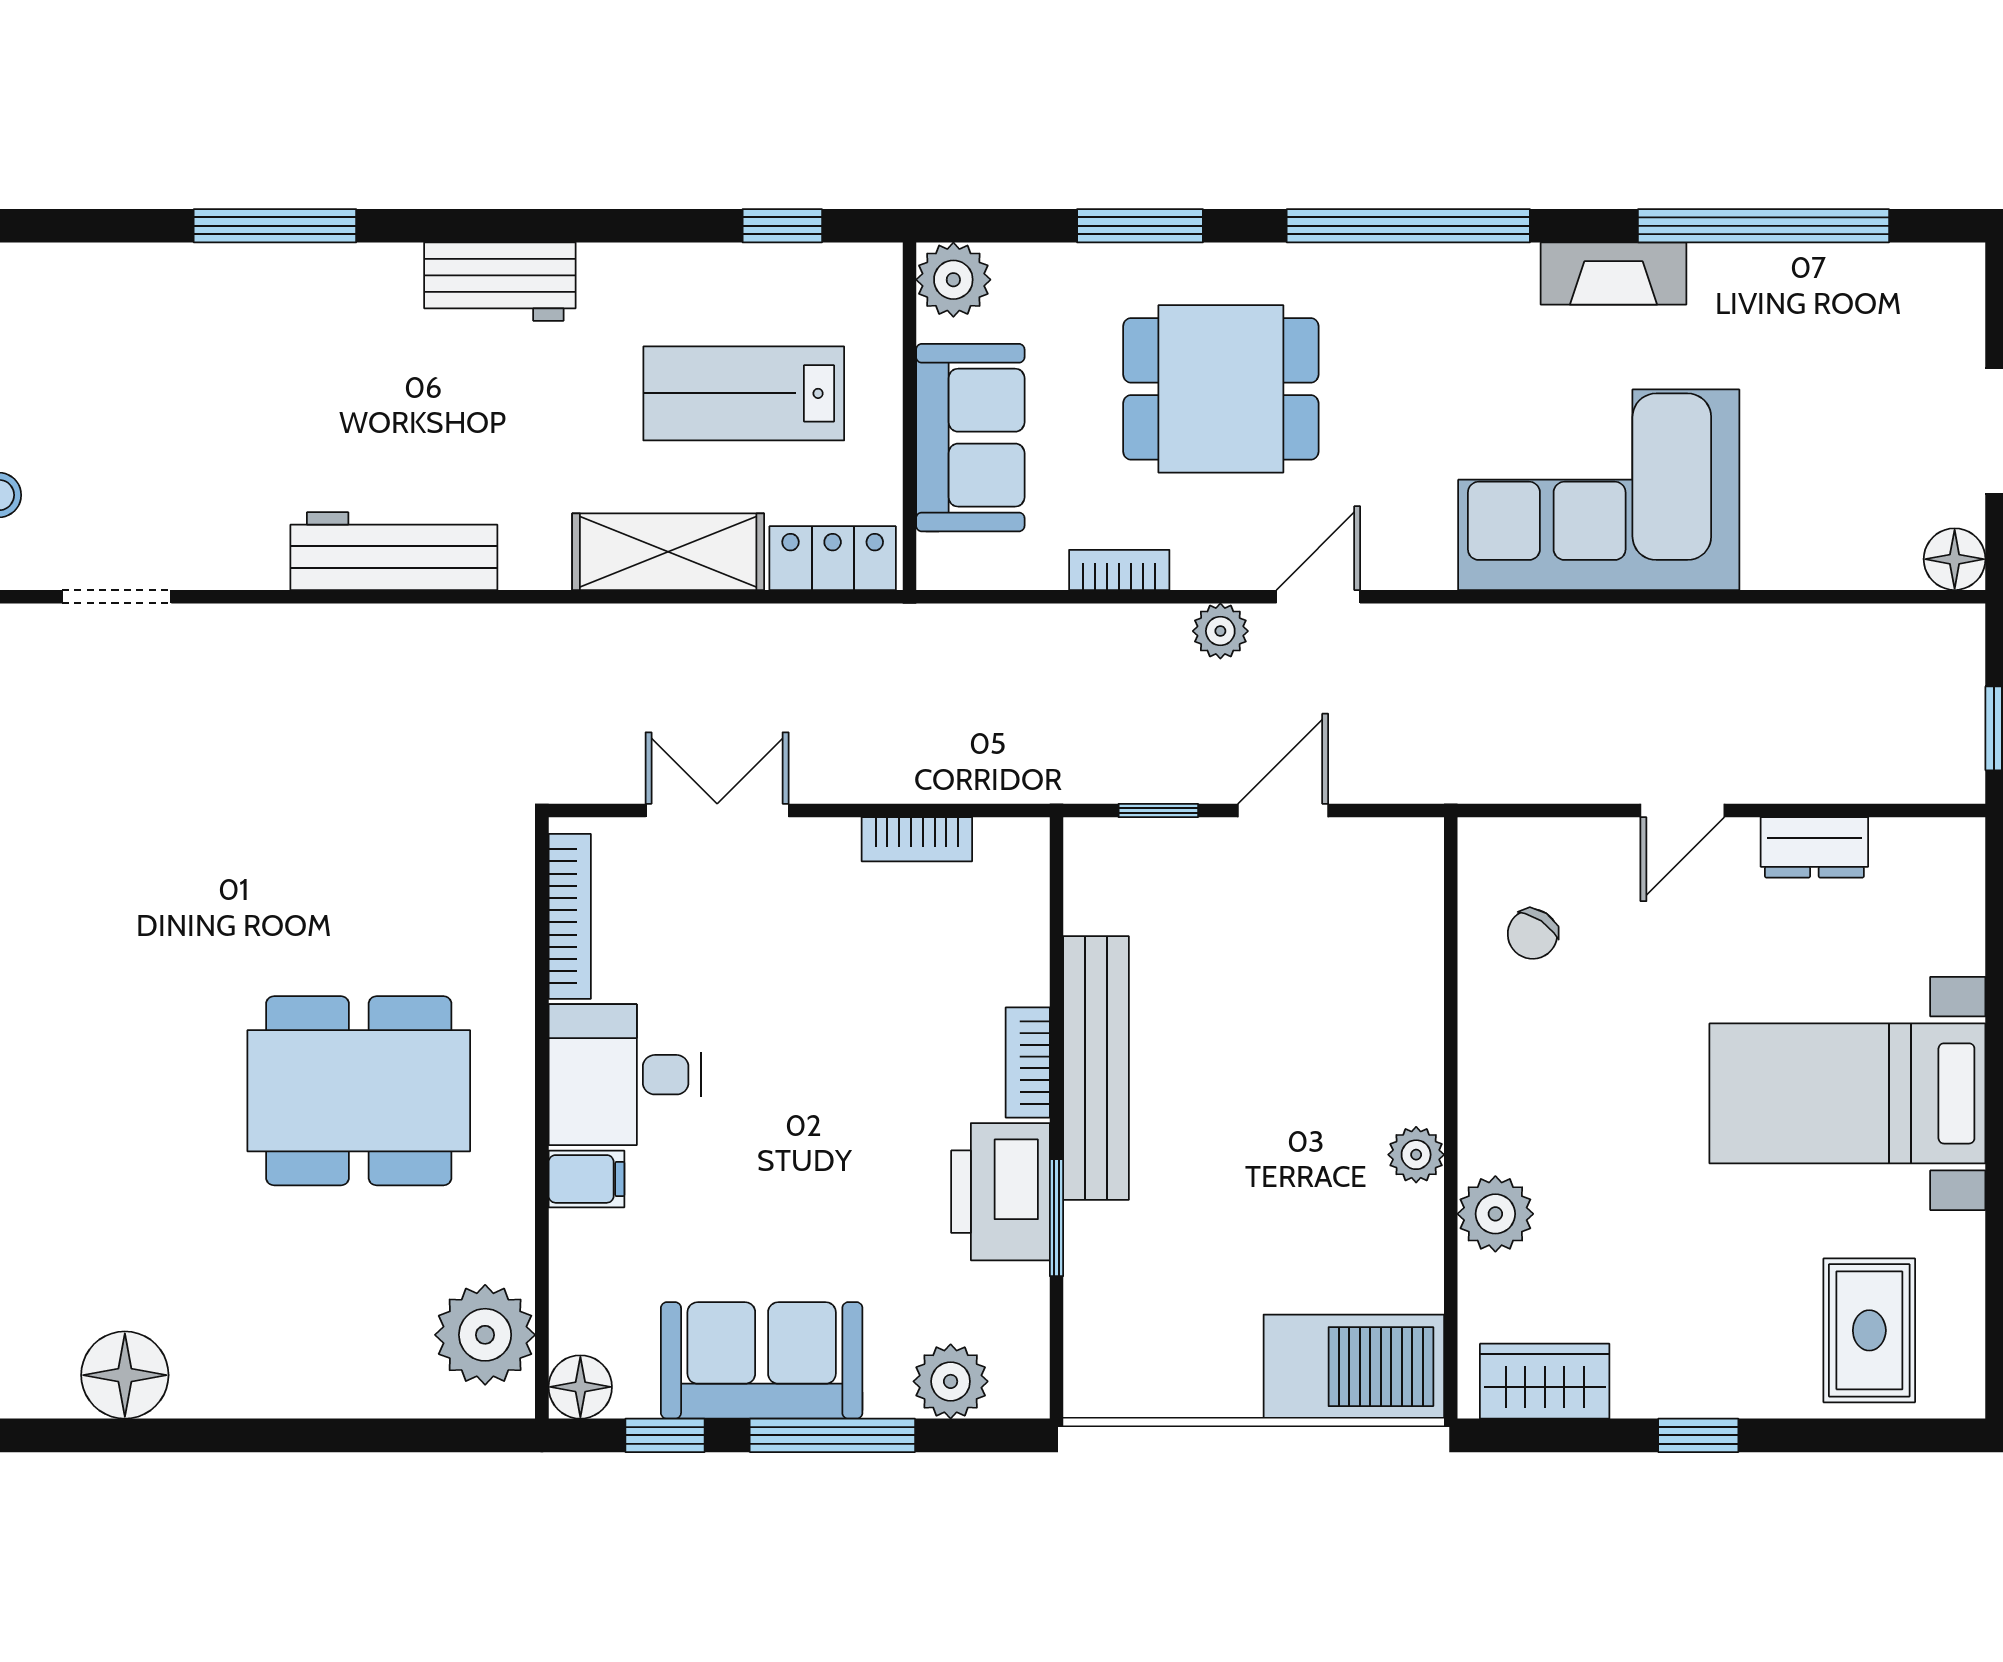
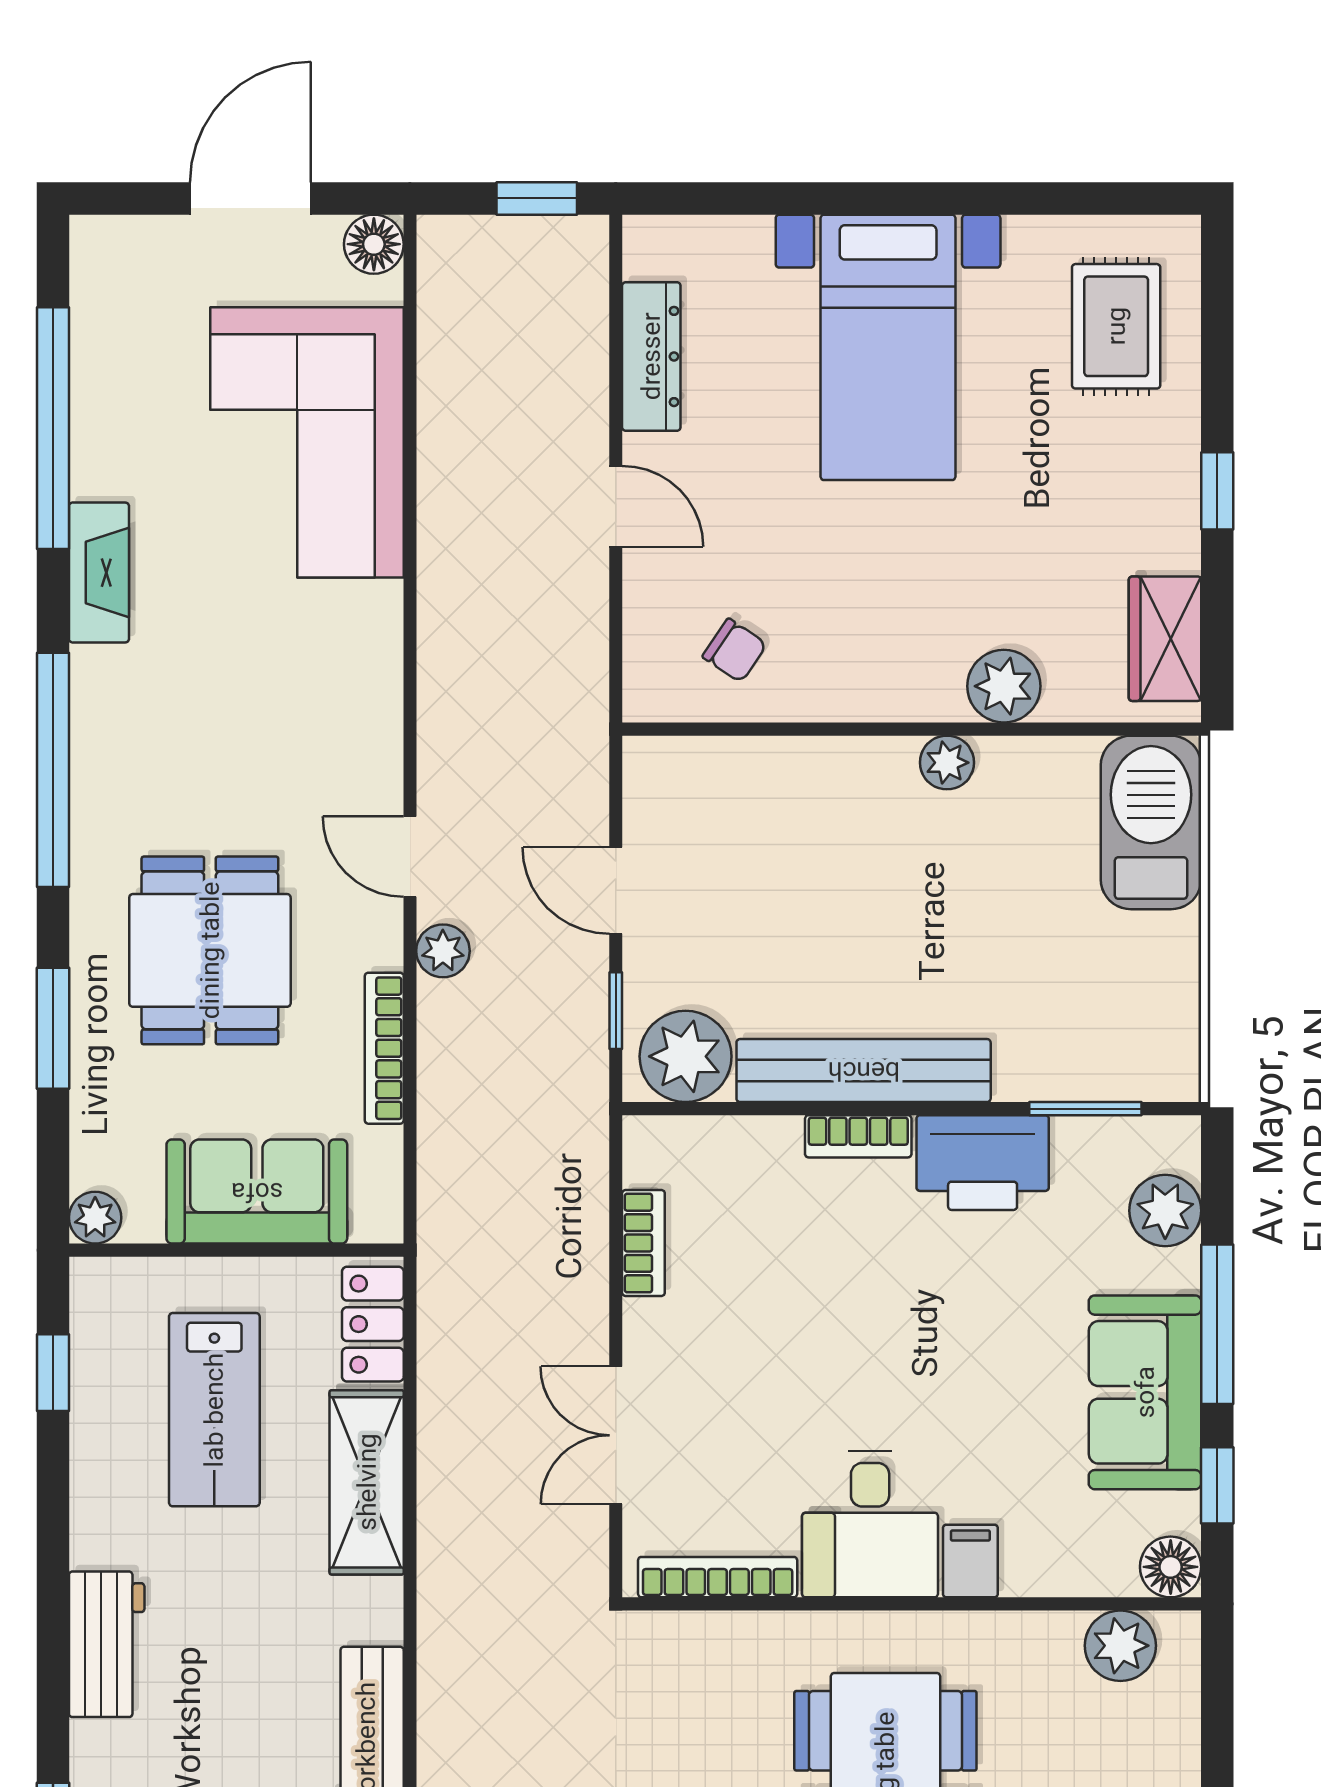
plant: (953, 280) -> (95, 1218), width x0.73, depth x0.73
corner sofa: (1599, 490) -> (307, 442), moved
bookcase: (1119, 570) -> (384, 1048), width x1.56
dresser: (1814, 847) -> (651, 356), width x1.44
plant: (1111, 883) -> (686, 1056), added
window: (1056, 1218) -> (1085, 1109), moved
rug: (1869, 1330) -> (1116, 326), turned 90
plant: (485, 1335) -> (1120, 1646), width x0.73, depth x0.73

